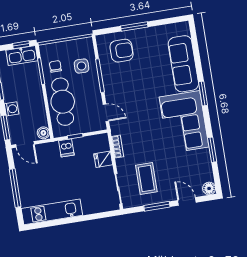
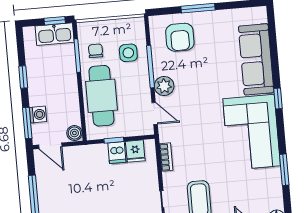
armchair: (122, 51) -> (180, 37), turned 90
plant: (112, 90) -> (164, 86), added
window: (203, 94) -> (278, 99), width x0.67
washing machine: (12, 109) -> (38, 115), moved
dishwasher: (66, 148) -> (117, 153), moved
fridge: (103, 159) -> (135, 151), moved, turned -90

